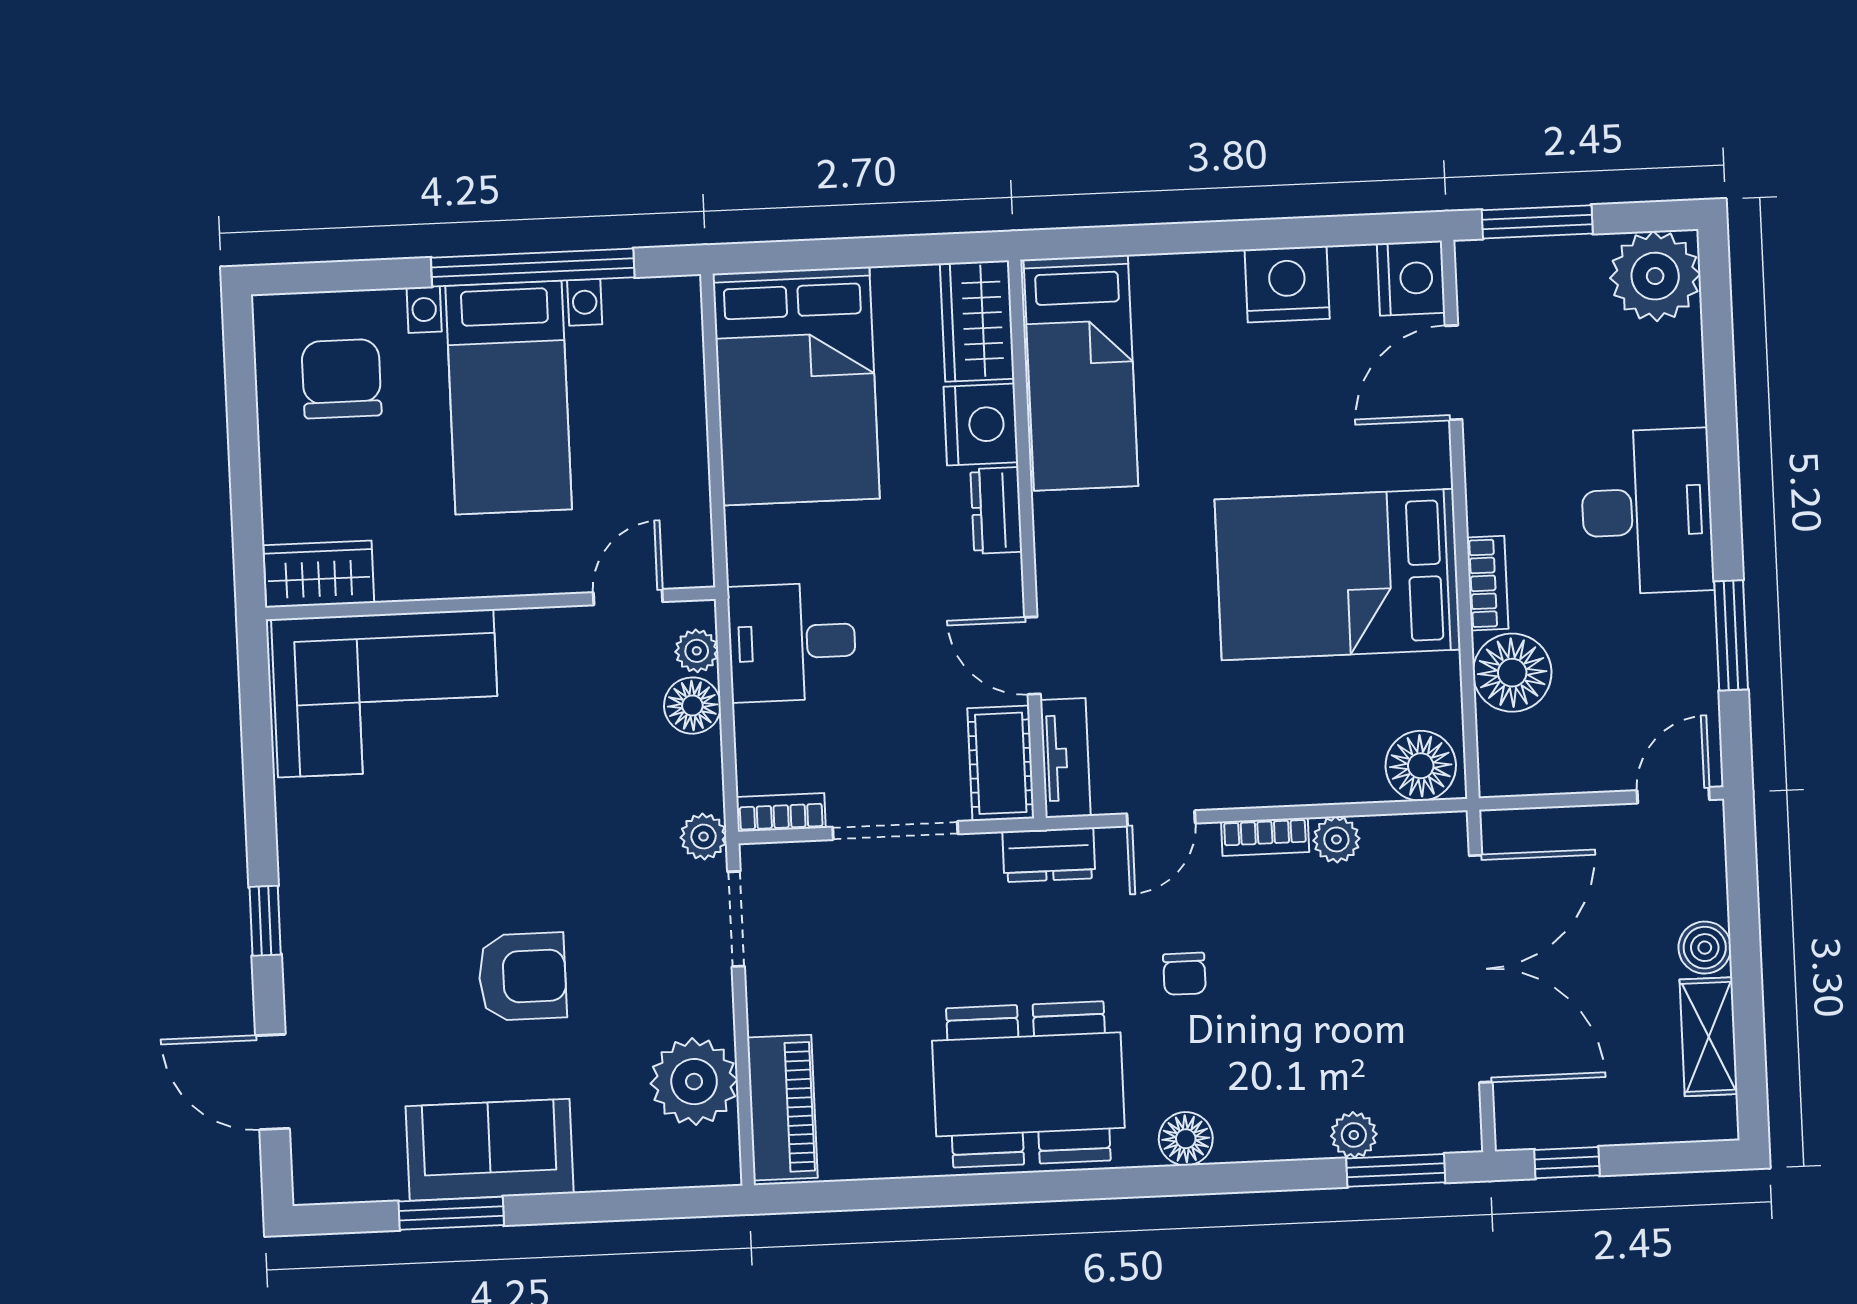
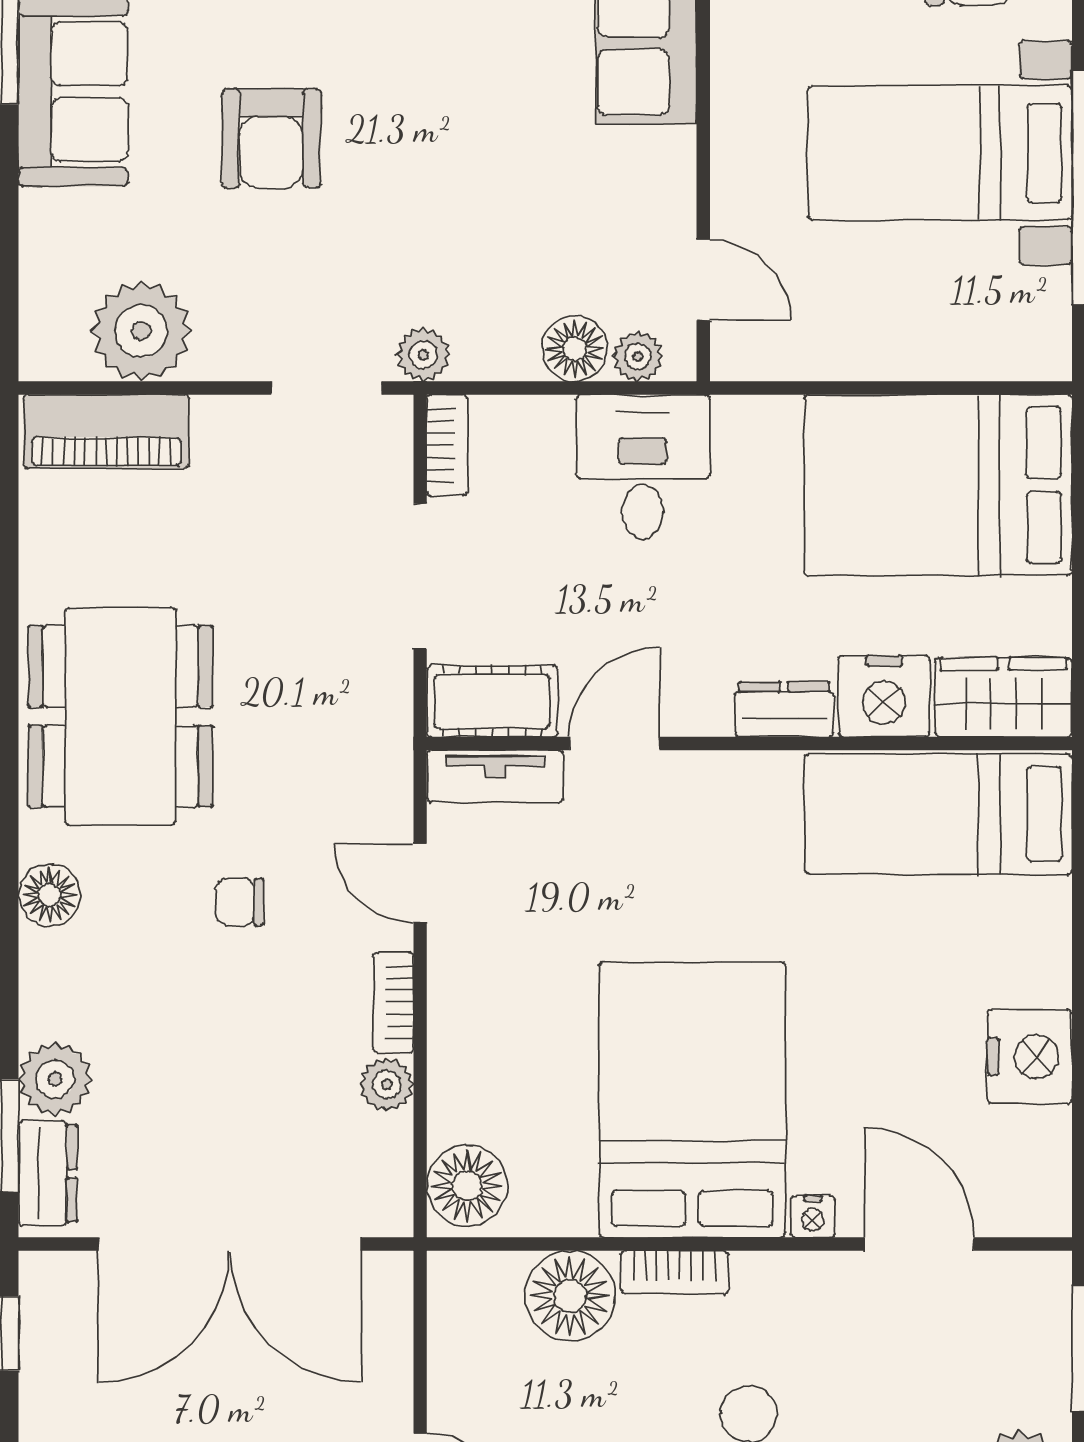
nightstand: (1411, 278) -> (813, 1217), moved, width x0.53, depth x0.56
dresser: (1049, 855) -> (48, 1173), moved, turned 180
plant: (1354, 1135) -> (55, 1079), width x1.38, depth x1.38

